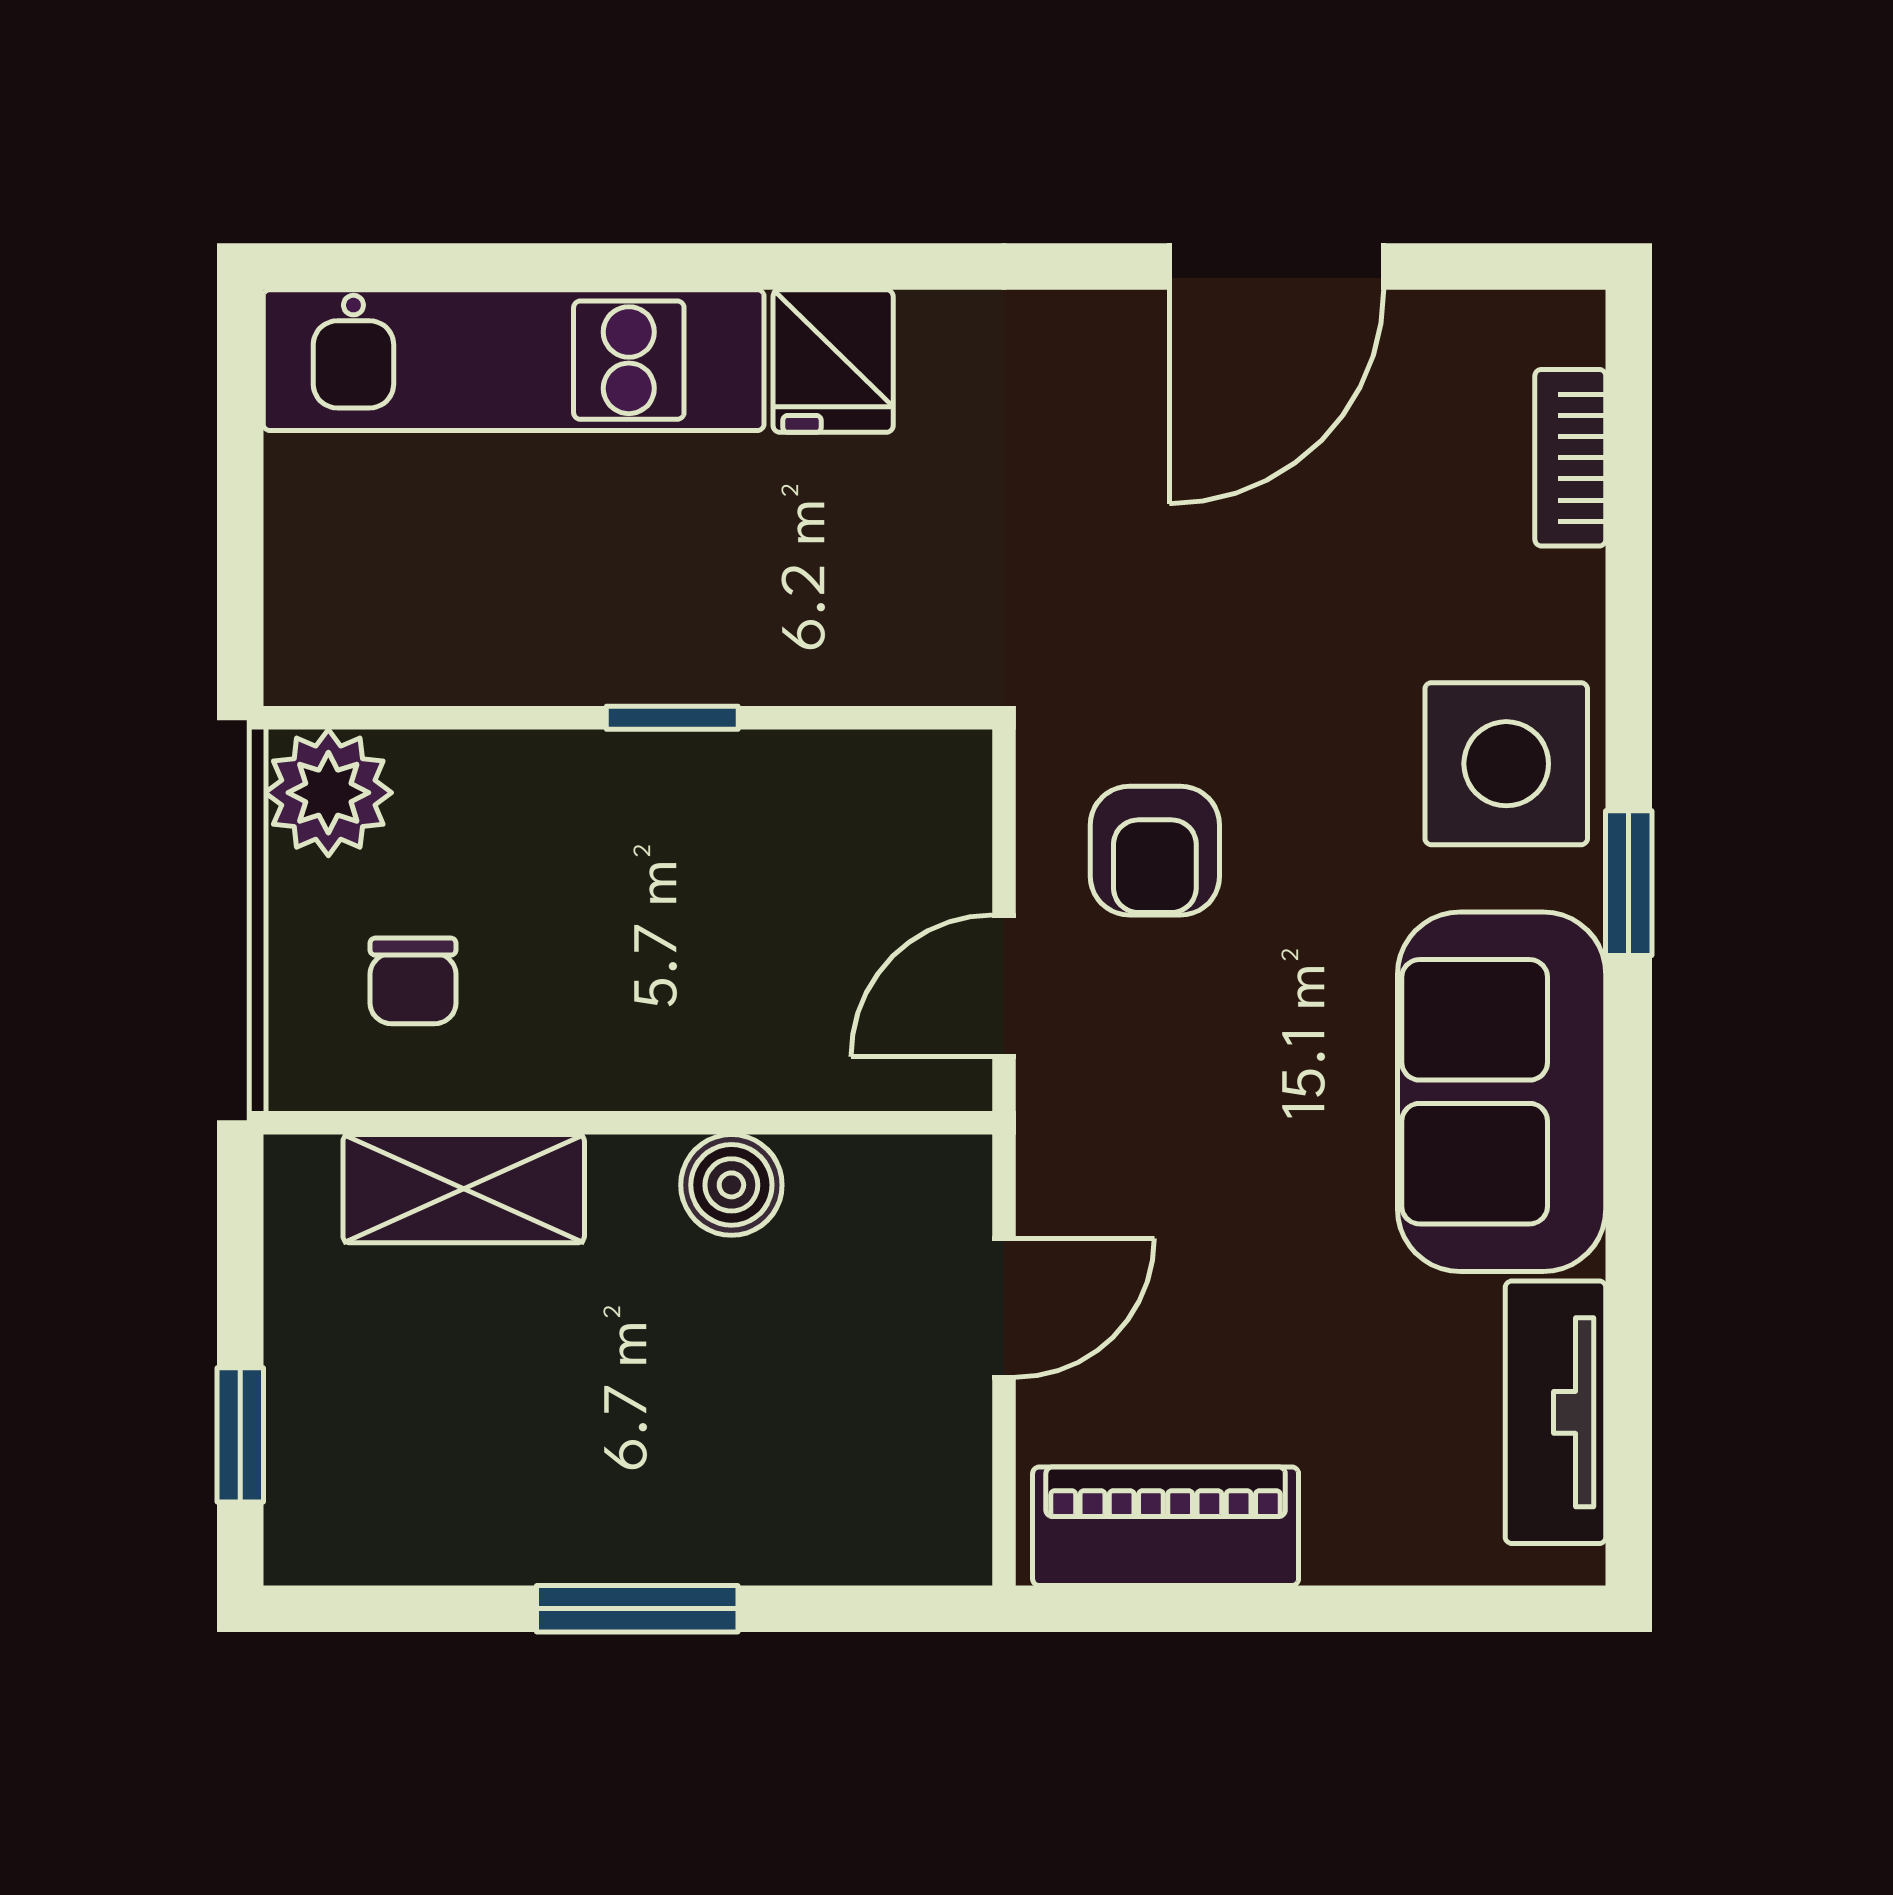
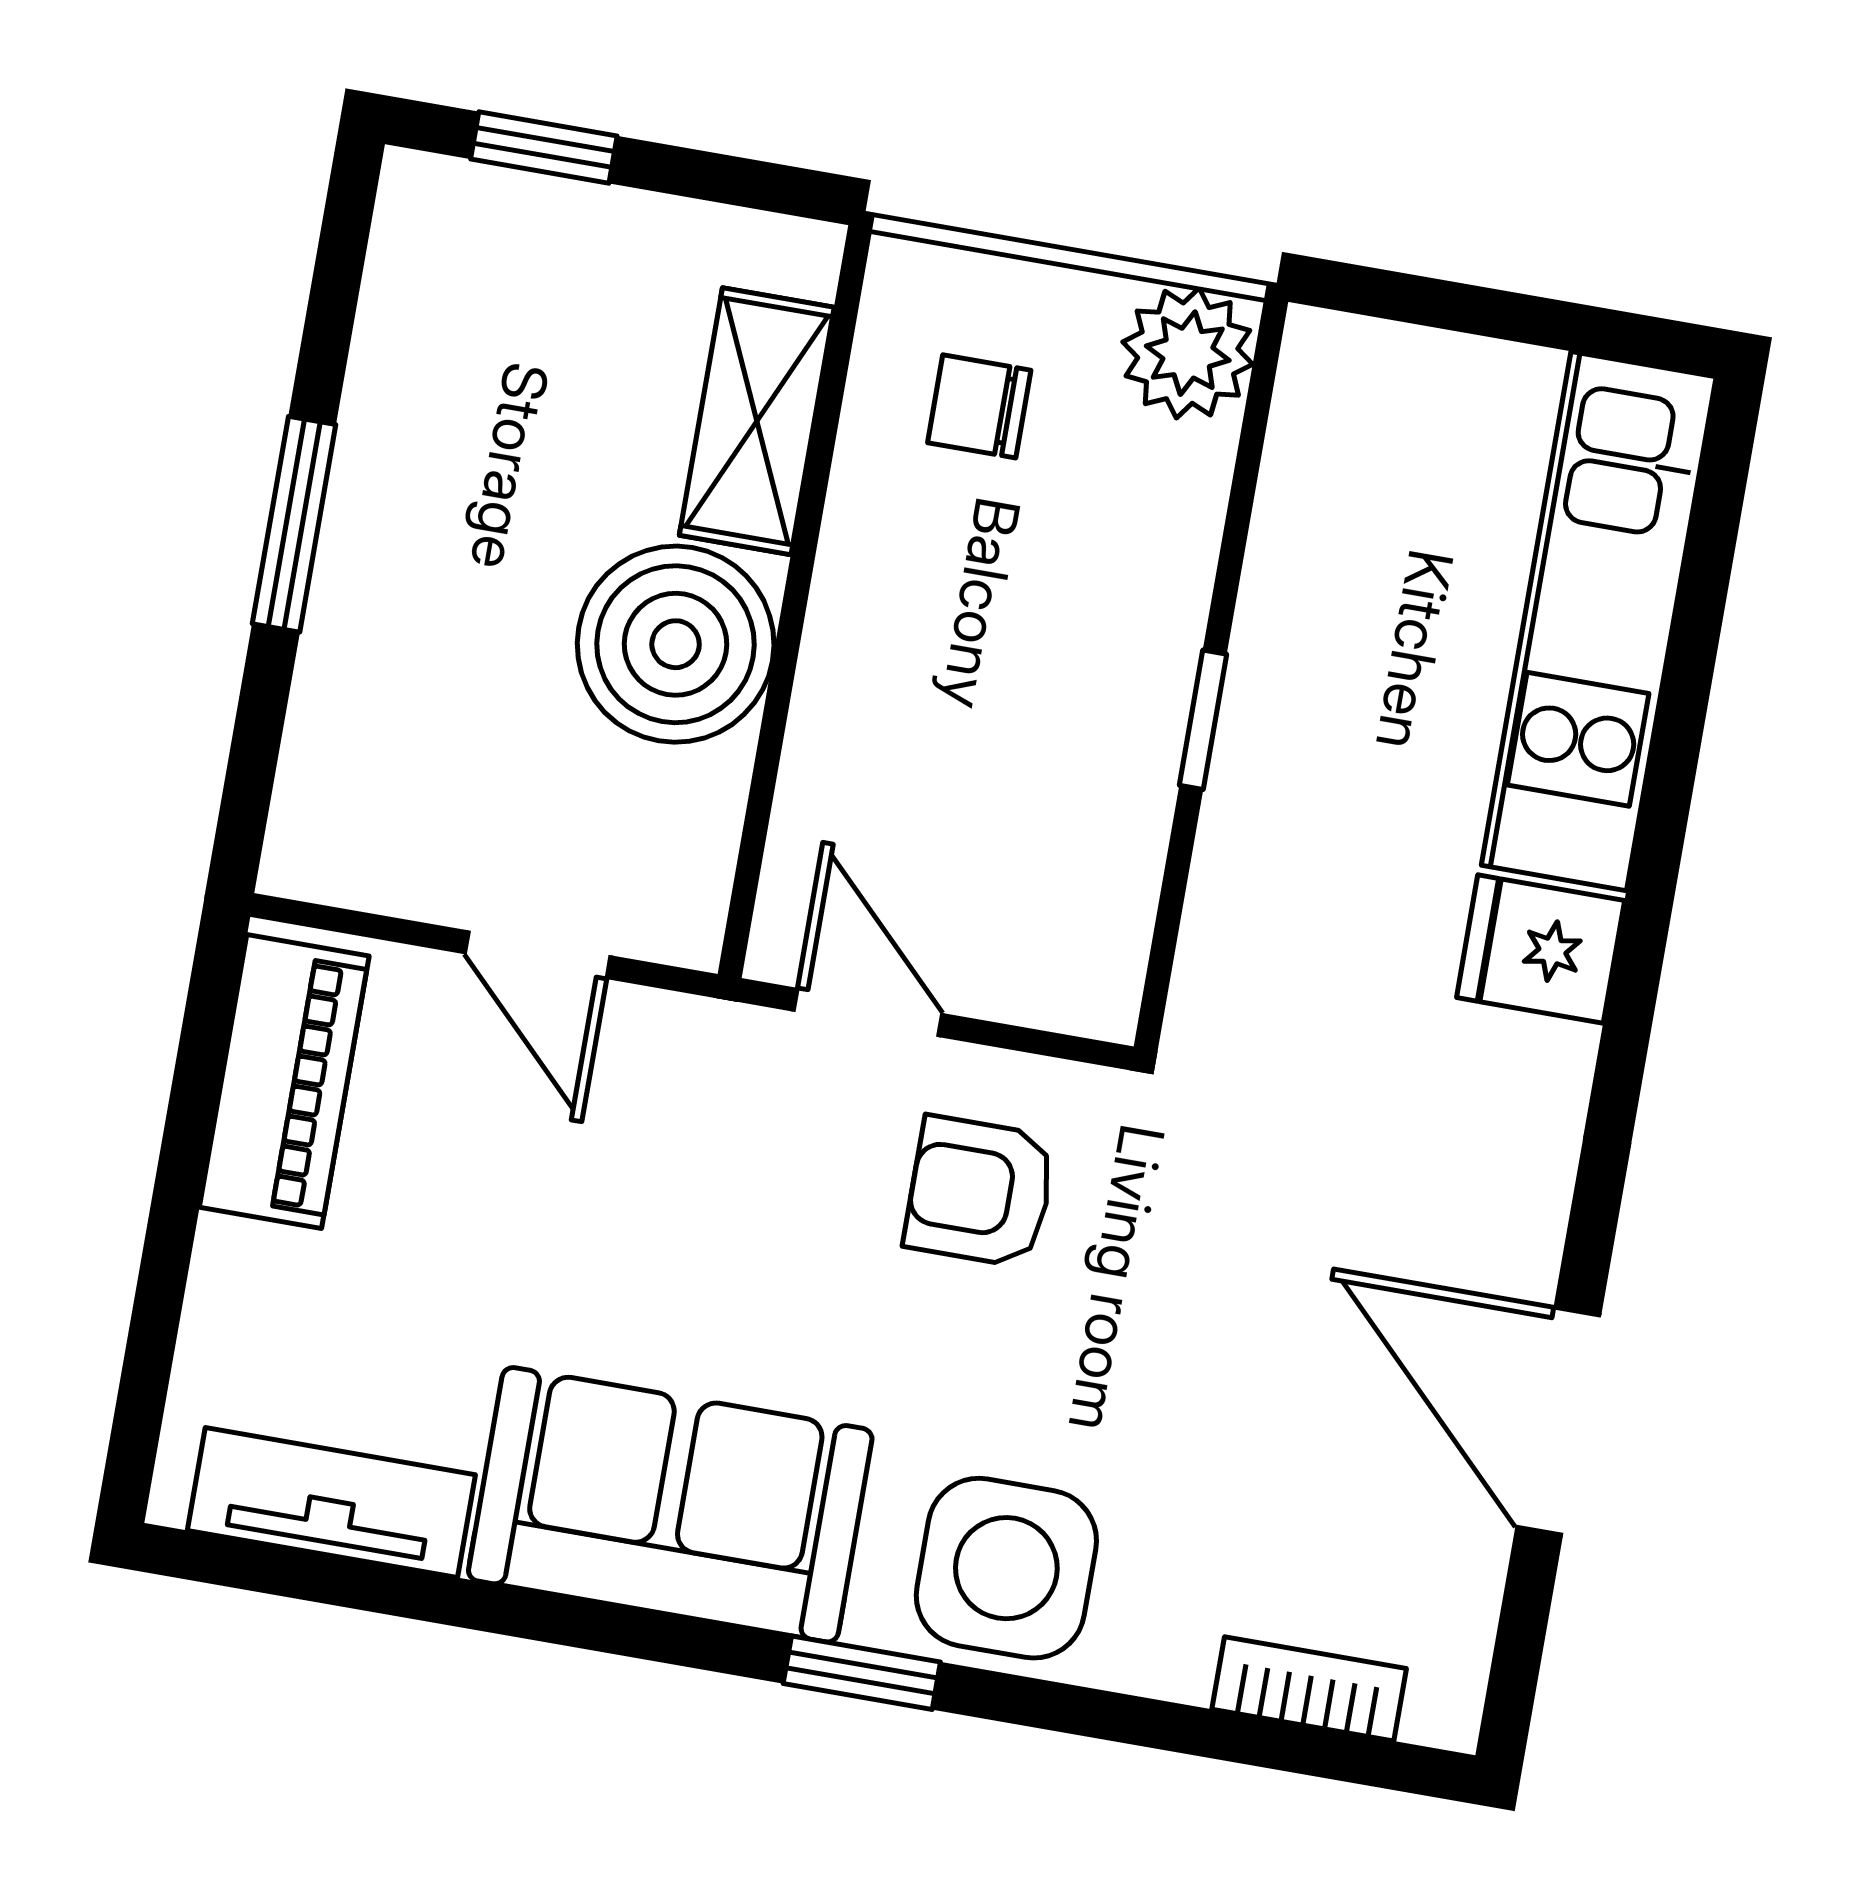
boiler: (731, 1185) -> (676, 644), width x1.86, depth x1.86

